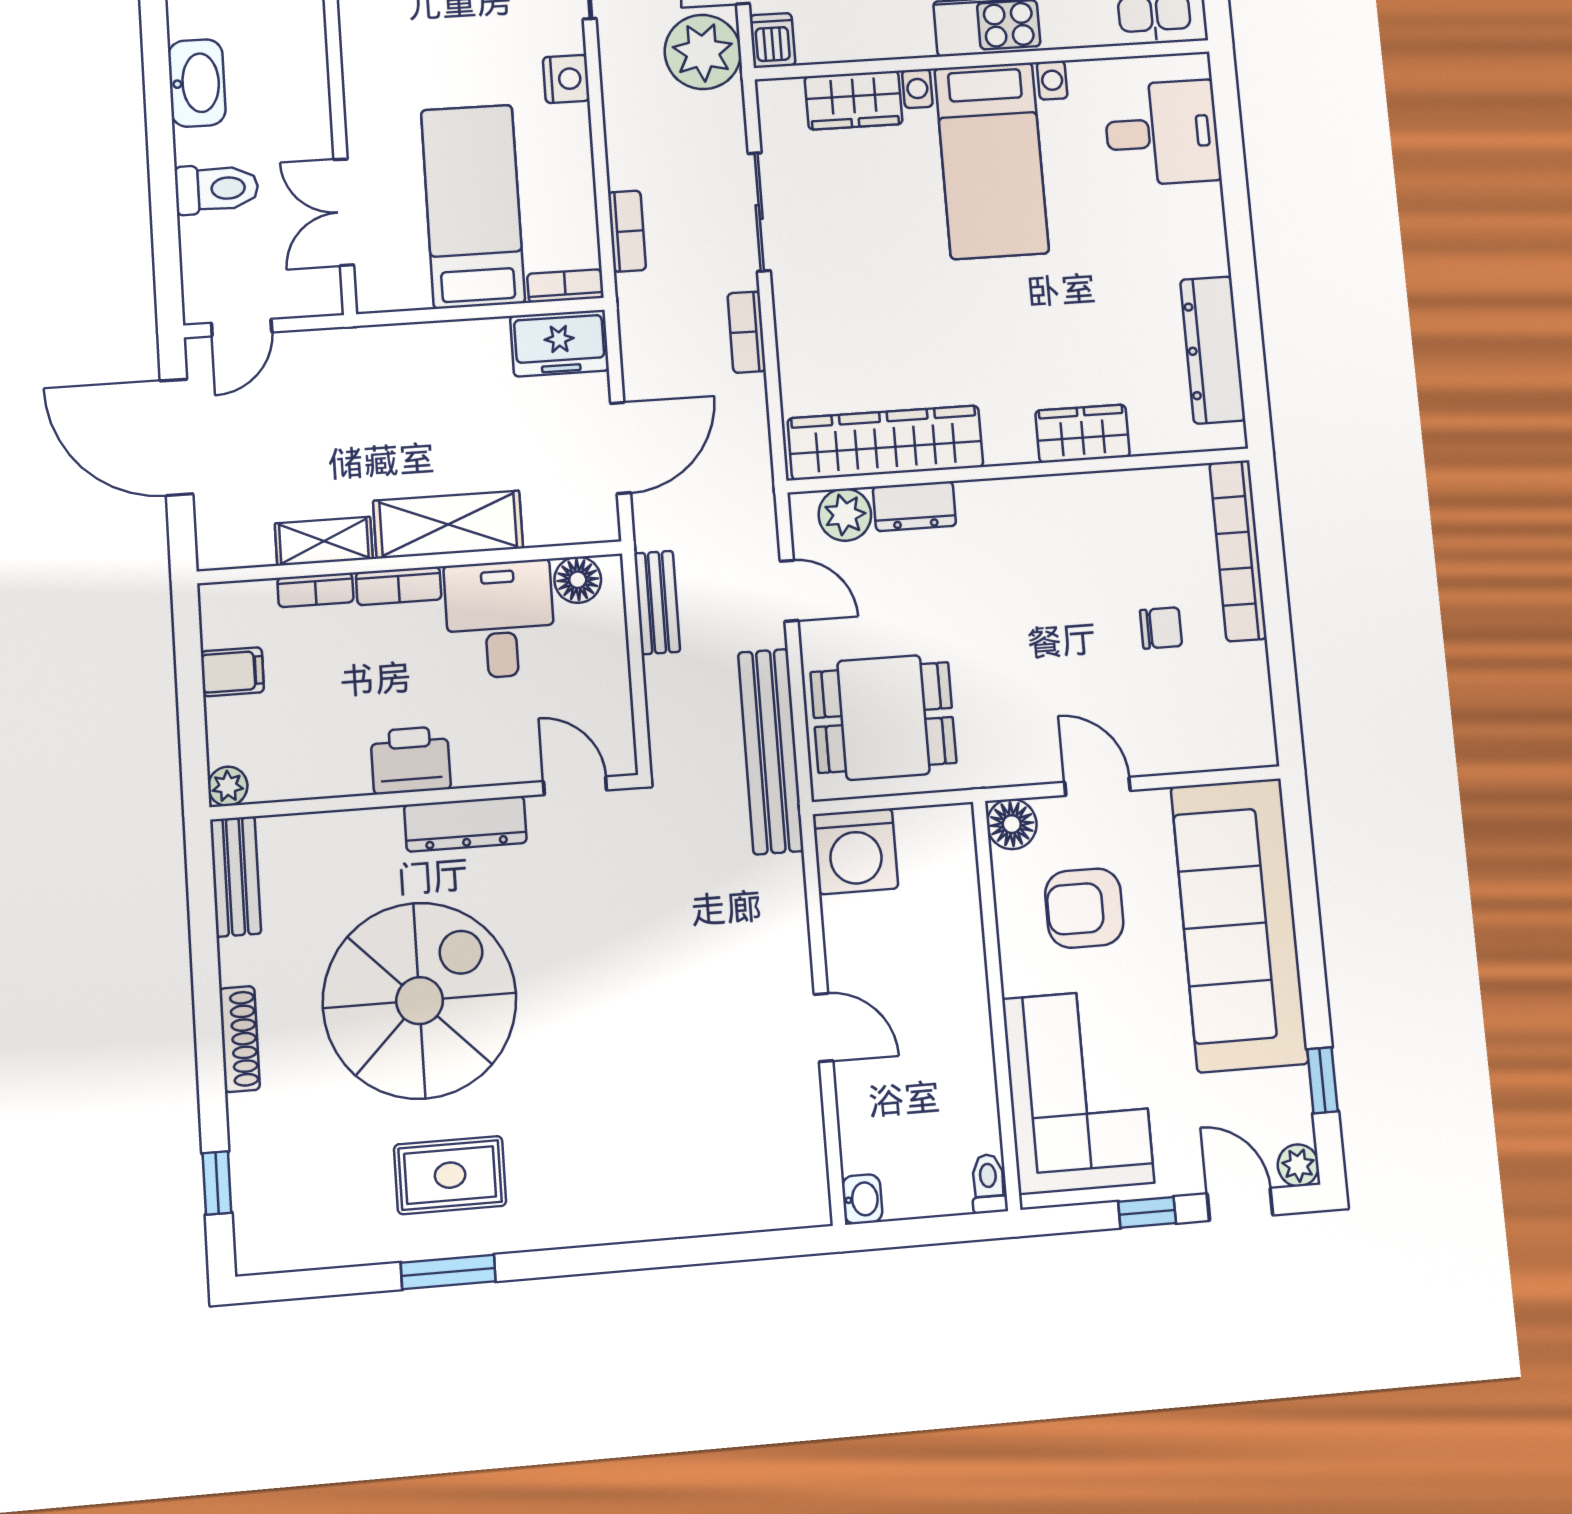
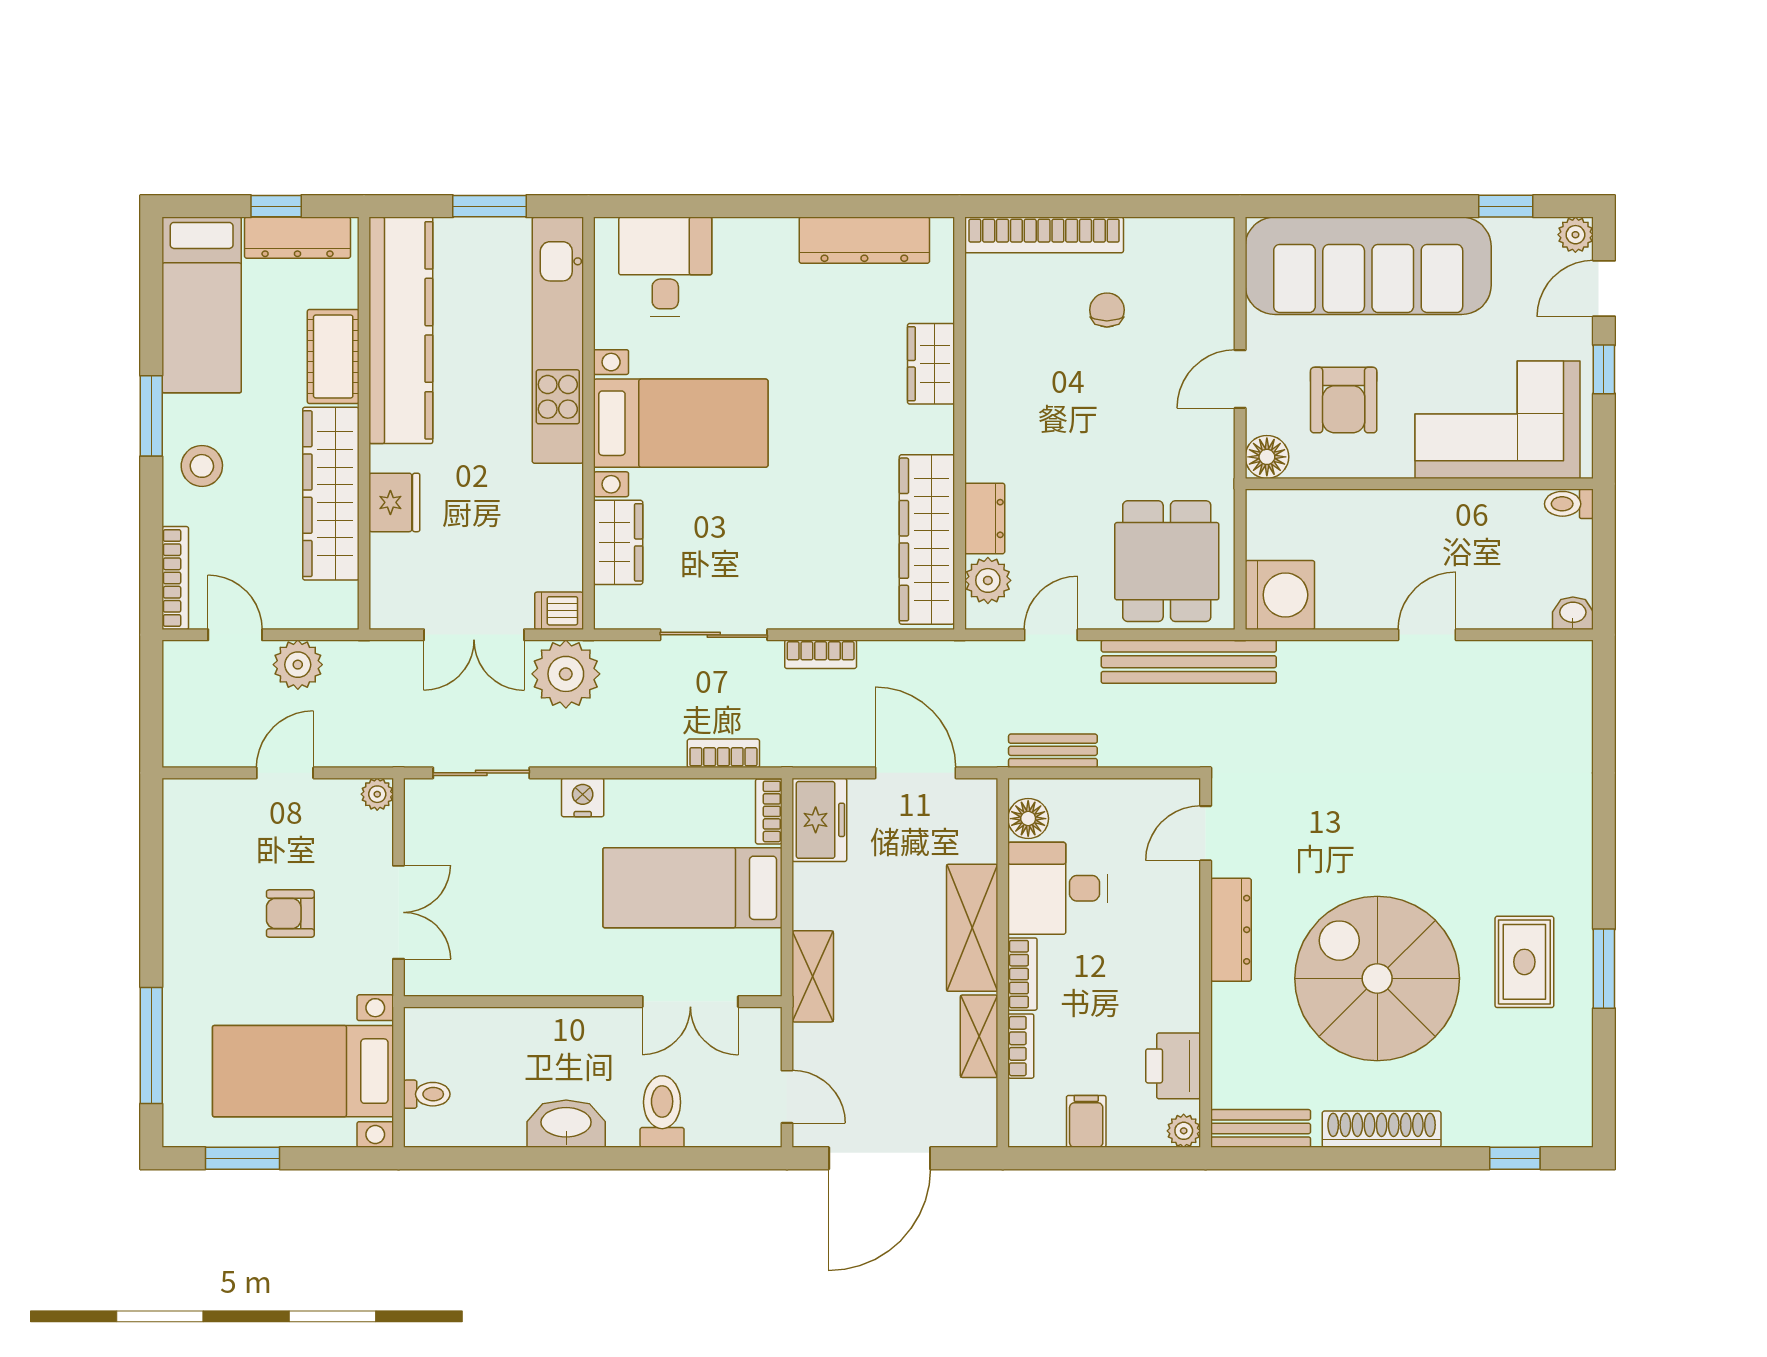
shelving: (381, 348) -> (813, 976), added
printer: (411, 760) -> (1173, 1066), moved
shoe rack: (240, 1039) -> (1382, 1129), width x1.36, depth x1.24

